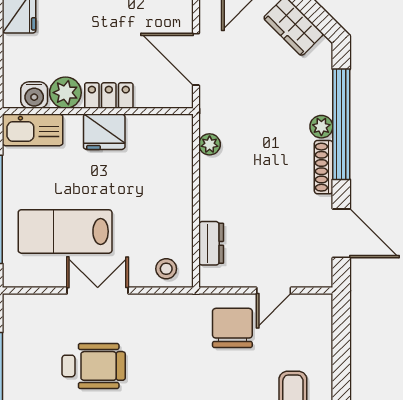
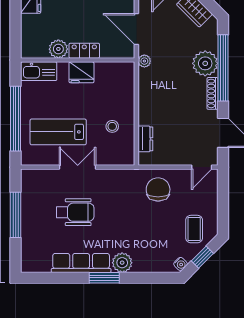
water cooler: (34, 95) -> (40, 50), removed
plant: (321, 127) -> (205, 63), width x1.88, depth x1.88
plant: (210, 144) -> (144, 61), moved
stool: (166, 269) -> (112, 126), moved
door: (274, 291) -> (202, 167), moved

